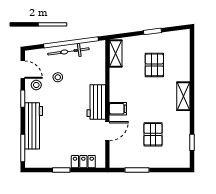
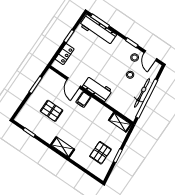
pallet: (154, 65) -> (100, 153), moved, turned 90
door: (23, 70) -> (150, 56), hinge flipped
workbench: (34, 126) -> (98, 30), moved

